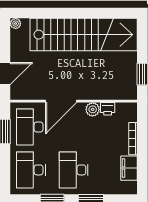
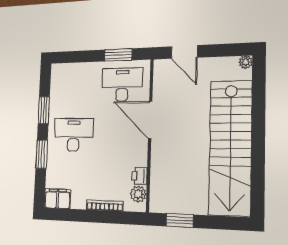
plant: (93, 109) -> (138, 194), moved
filing cabinet: (129, 168) -> (58, 199), moved
desk: (31, 170) -> (76, 86), removed

